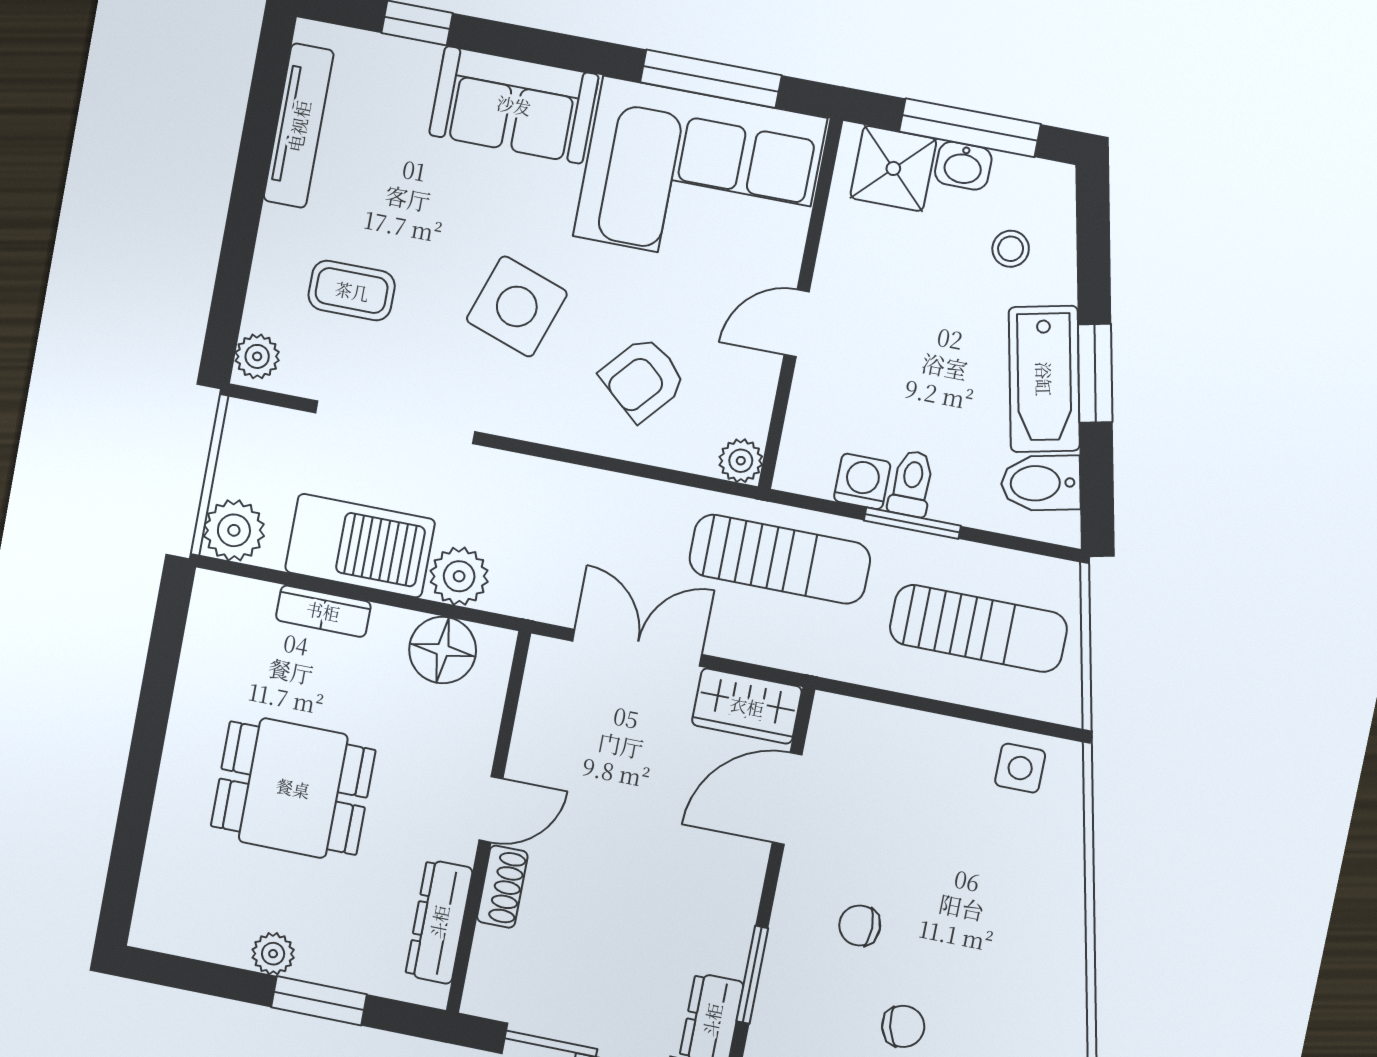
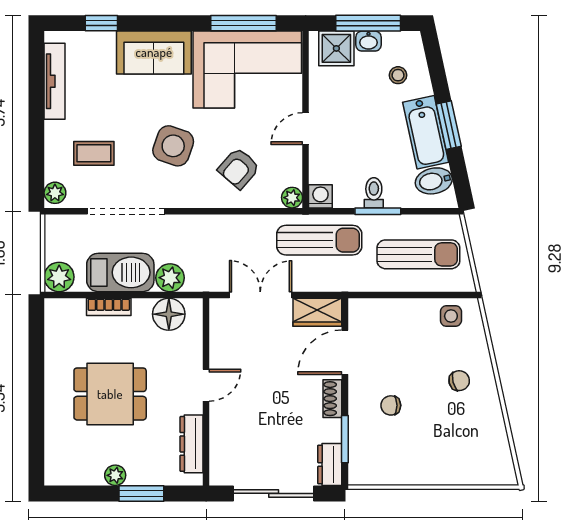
washing machine: (862, 481) -> (320, 196), moved
shoe rack: (502, 887) -> (332, 399), moved, turned 180
chair: (903, 1026) -> (459, 381), moved

